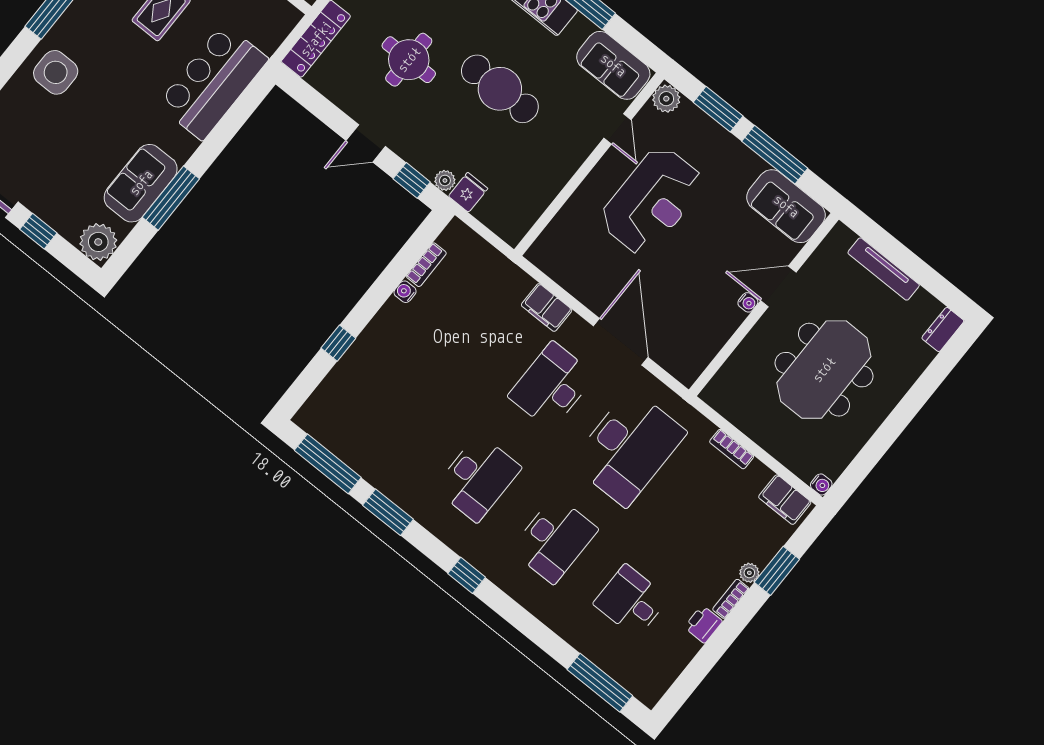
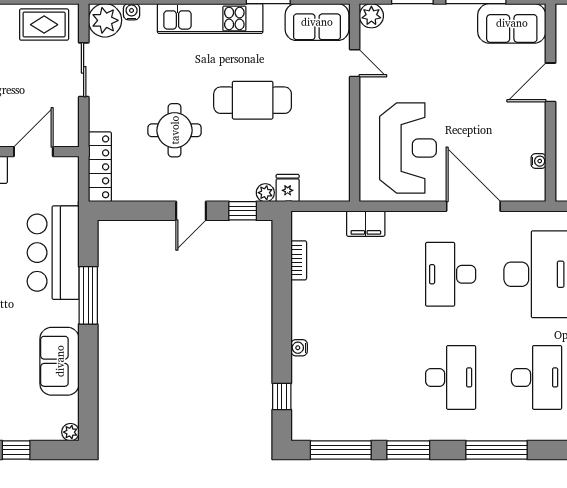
window: (171, 198) -> (88, 295), moved
reception desk: (652, 201) -> (408, 148), moved
plant: (98, 242) -> (70, 432), width x0.53, depth x0.53
water cooler: (405, 292) -> (299, 348), moved
water cooler: (748, 302) -> (539, 161), moved
filing cabinet: (547, 307) -> (366, 224), moved
window: (338, 343) -> (282, 397), moved
window: (467, 575) -> (496, 450), width x2.17

